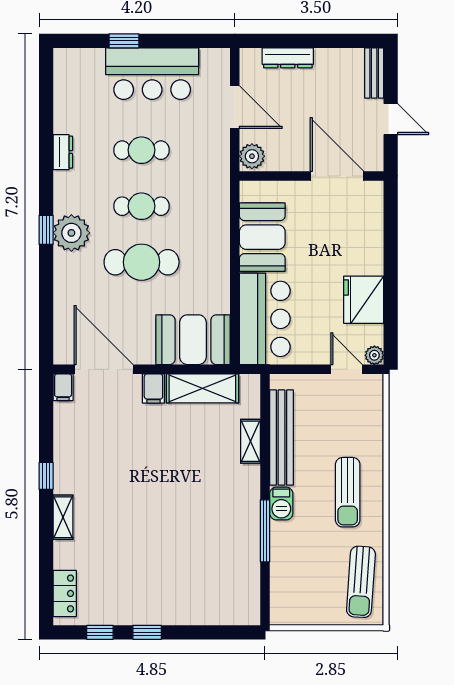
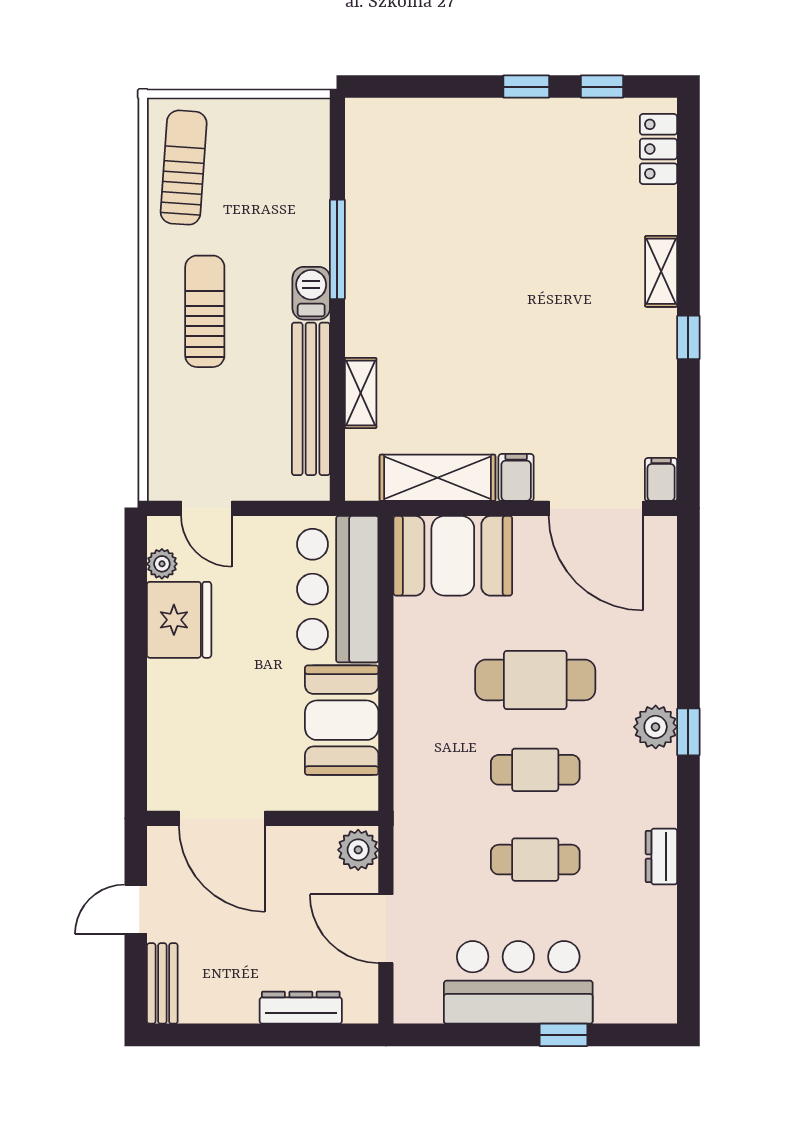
door: (391, 119) -> (136, 909), hinge flipped
plant: (71, 233) -> (656, 727), width x0.73, depth x0.73
plant: (374, 355) -> (162, 564), moved

